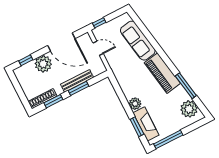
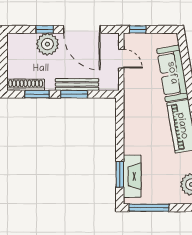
window: (26, 60) -> (45, 29), moved
plant: (135, 104) -> (131, 146), removed

